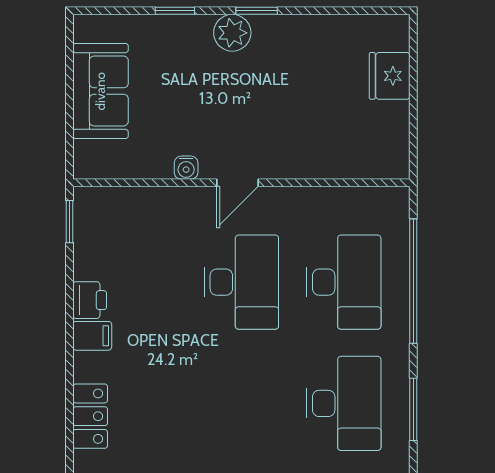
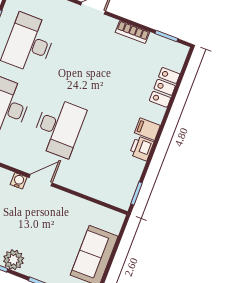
water cooler: (186, 168) -> (19, 181), moved
desk: (241, 282) -> (59, 127), turned 180

